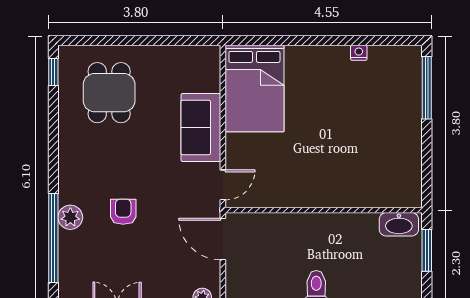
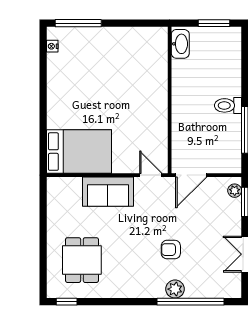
nightstand: (359, 53) -> (52, 46), moved
dining table: (109, 93) -> (82, 260), turned 90
window: (427, 250) -> (214, 23), moved

